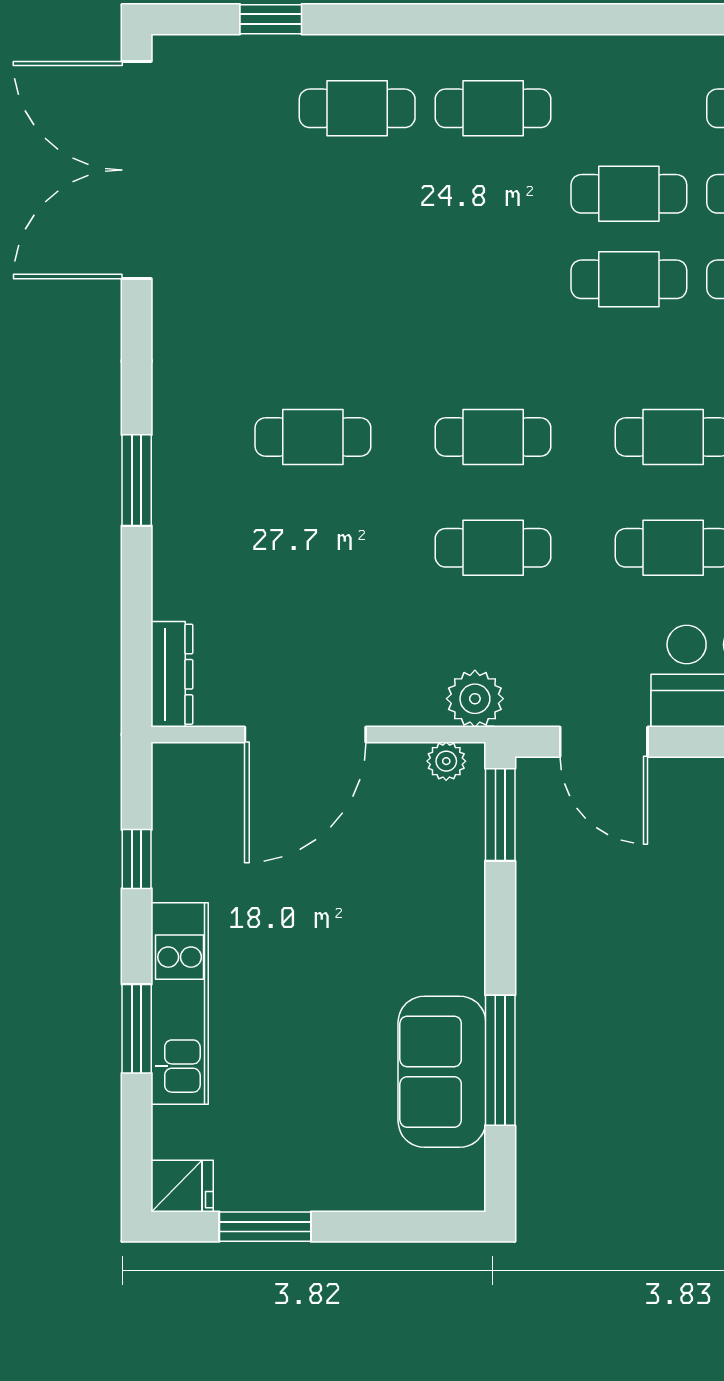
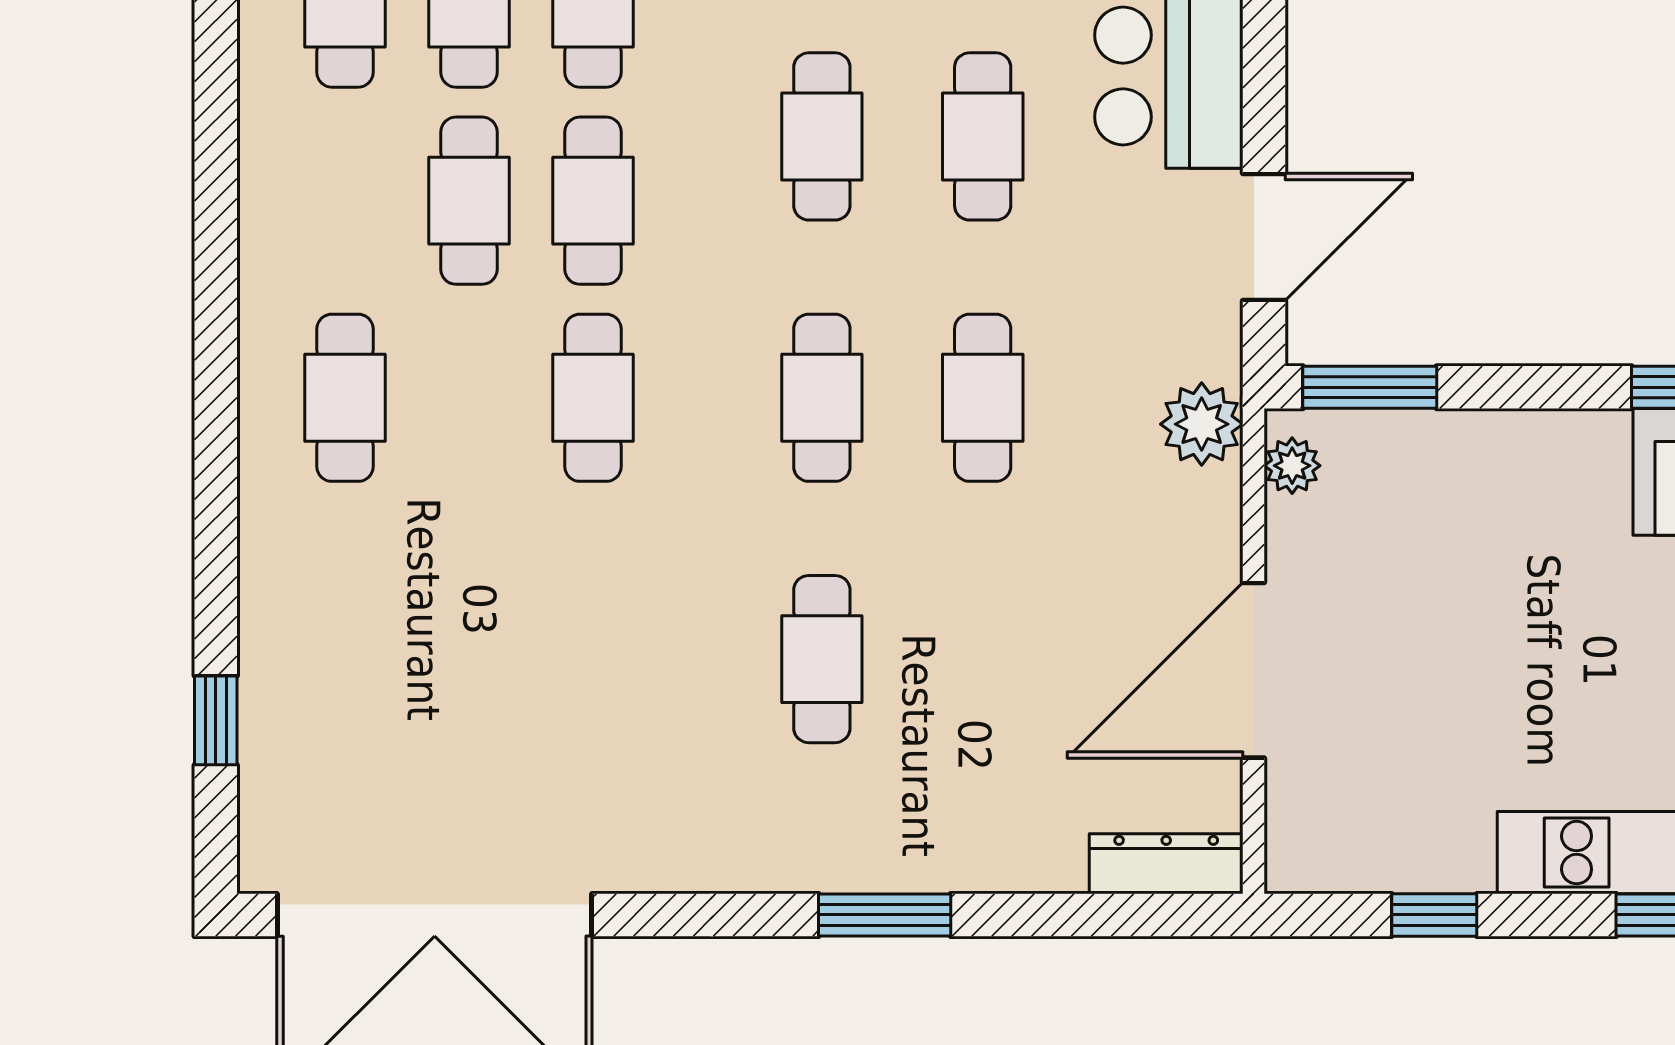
cafe table: (357, 108) -> (593, 398), moved
door: (305, 734) -> (1254, 670), swing flipped

